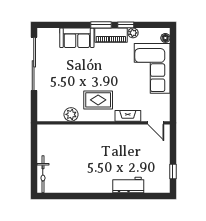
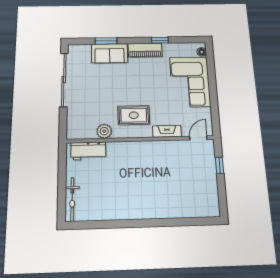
window: (101, 25) -> (106, 41), moved
plant: (133, 33) -> (168, 48), removed
door: (156, 123) -> (198, 138), swing flipped
window: (173, 171) -> (219, 165), moved
workbench: (128, 185) -> (88, 151), moved, turned 180

